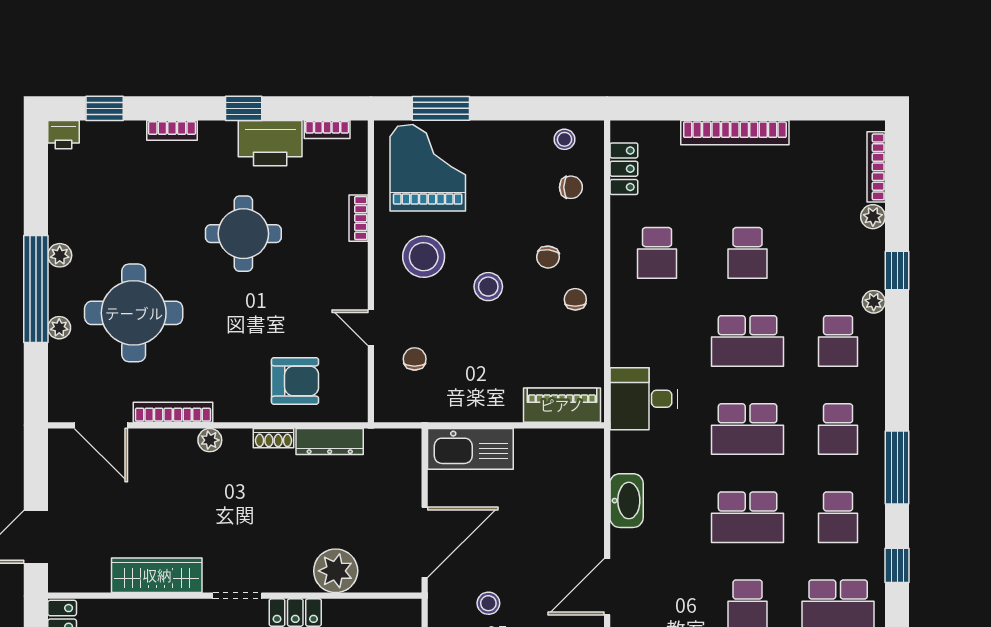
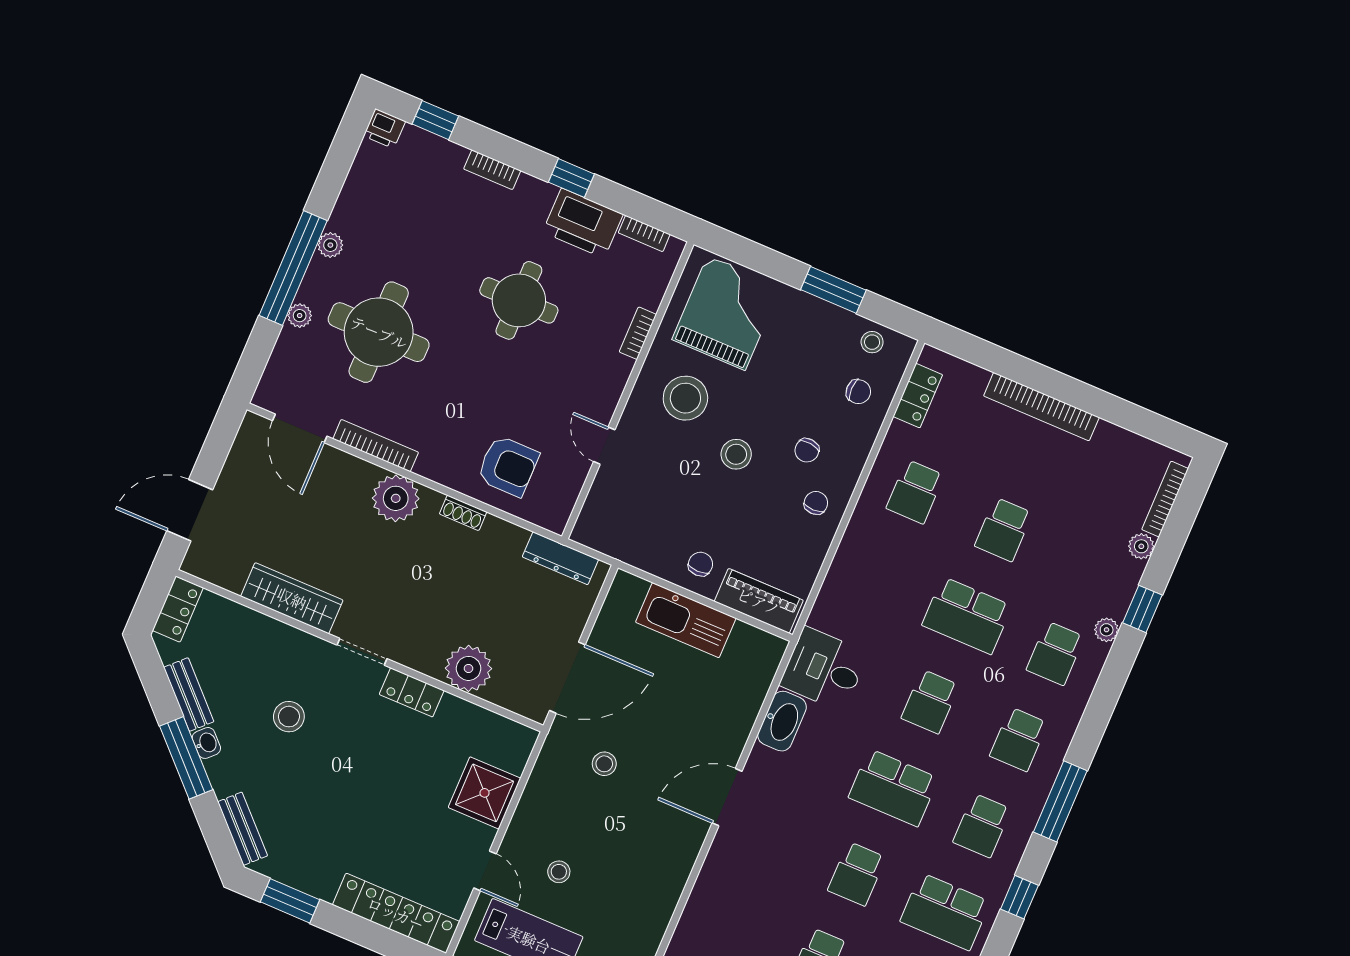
window: (441, 108) -> (833, 290), moved
chair: (415, 359) -> (700, 564), moved
desk: (644, 399) -> (824, 669), moved
school desk: (748, 429) -> (930, 702), width x0.54
plant: (210, 440) -> (396, 498), width x1.87, depth x1.87
dresser: (330, 441) -> (560, 558), moved
kitchen sink: (470, 449) -> (686, 620), moved

